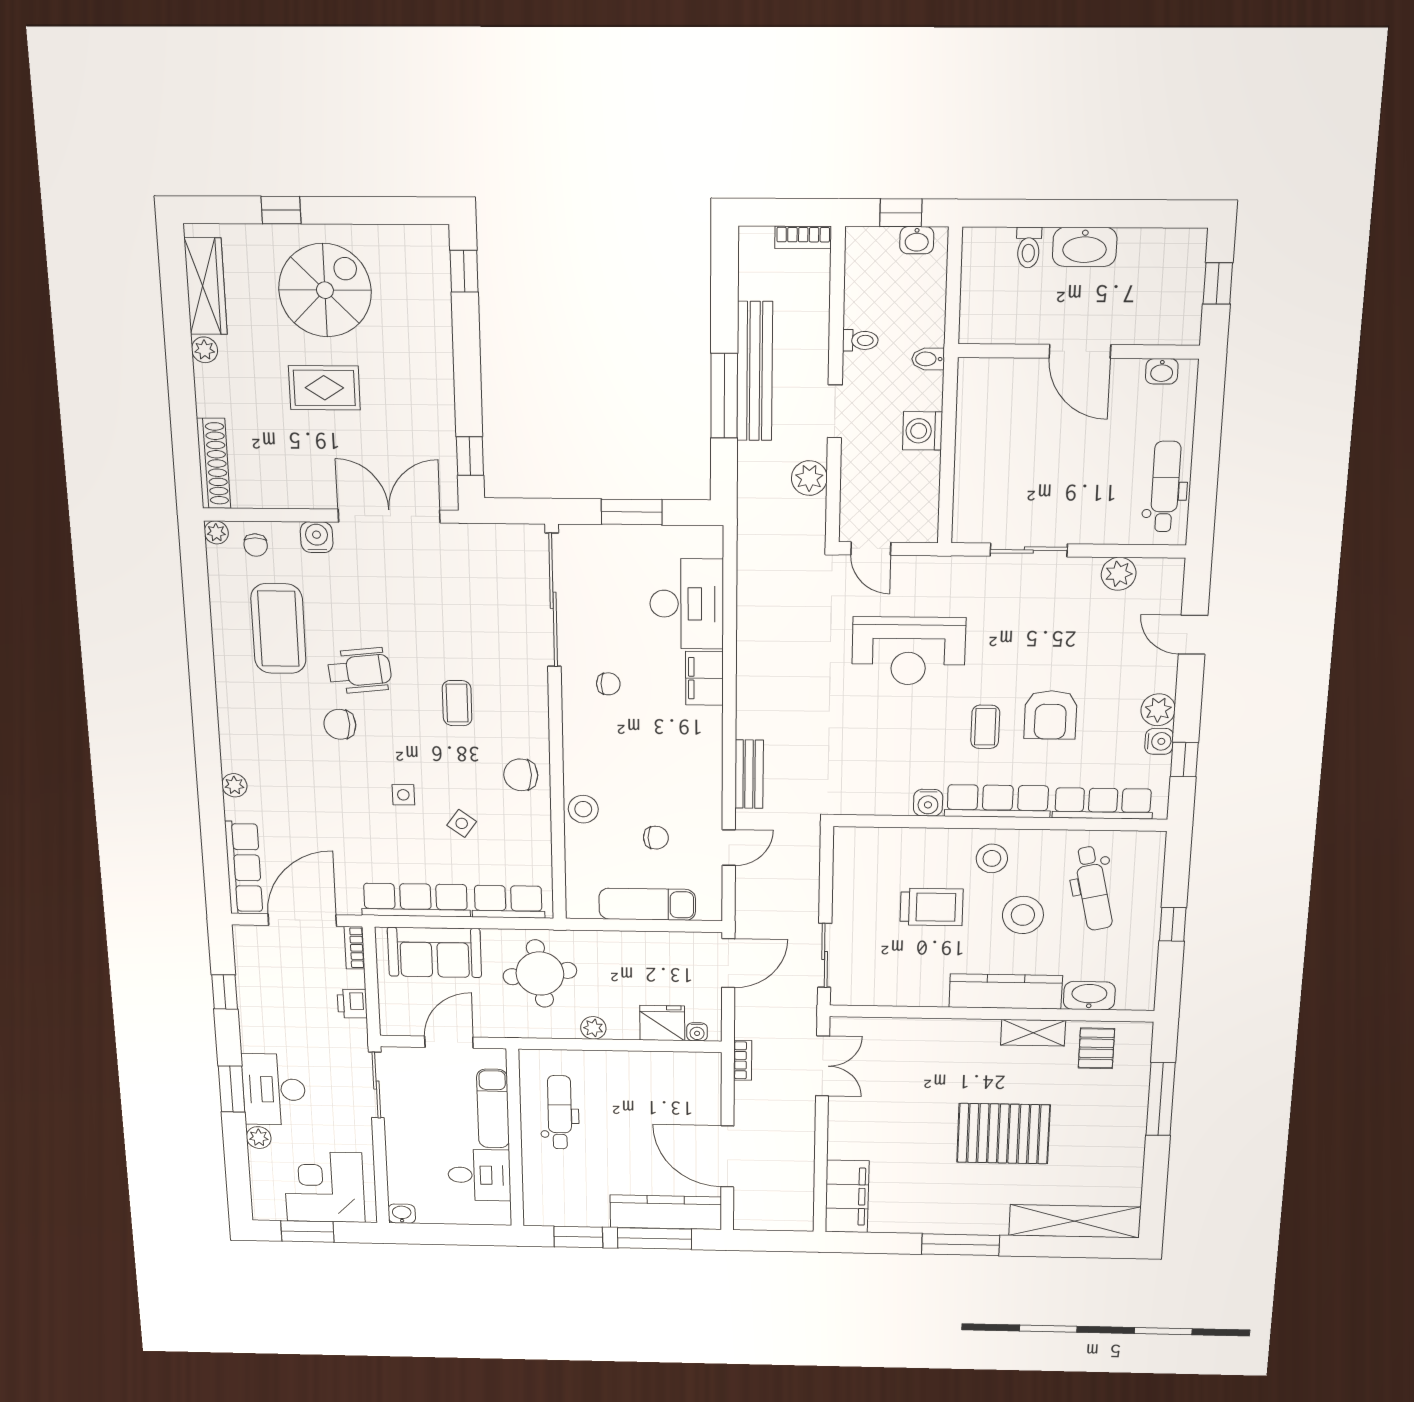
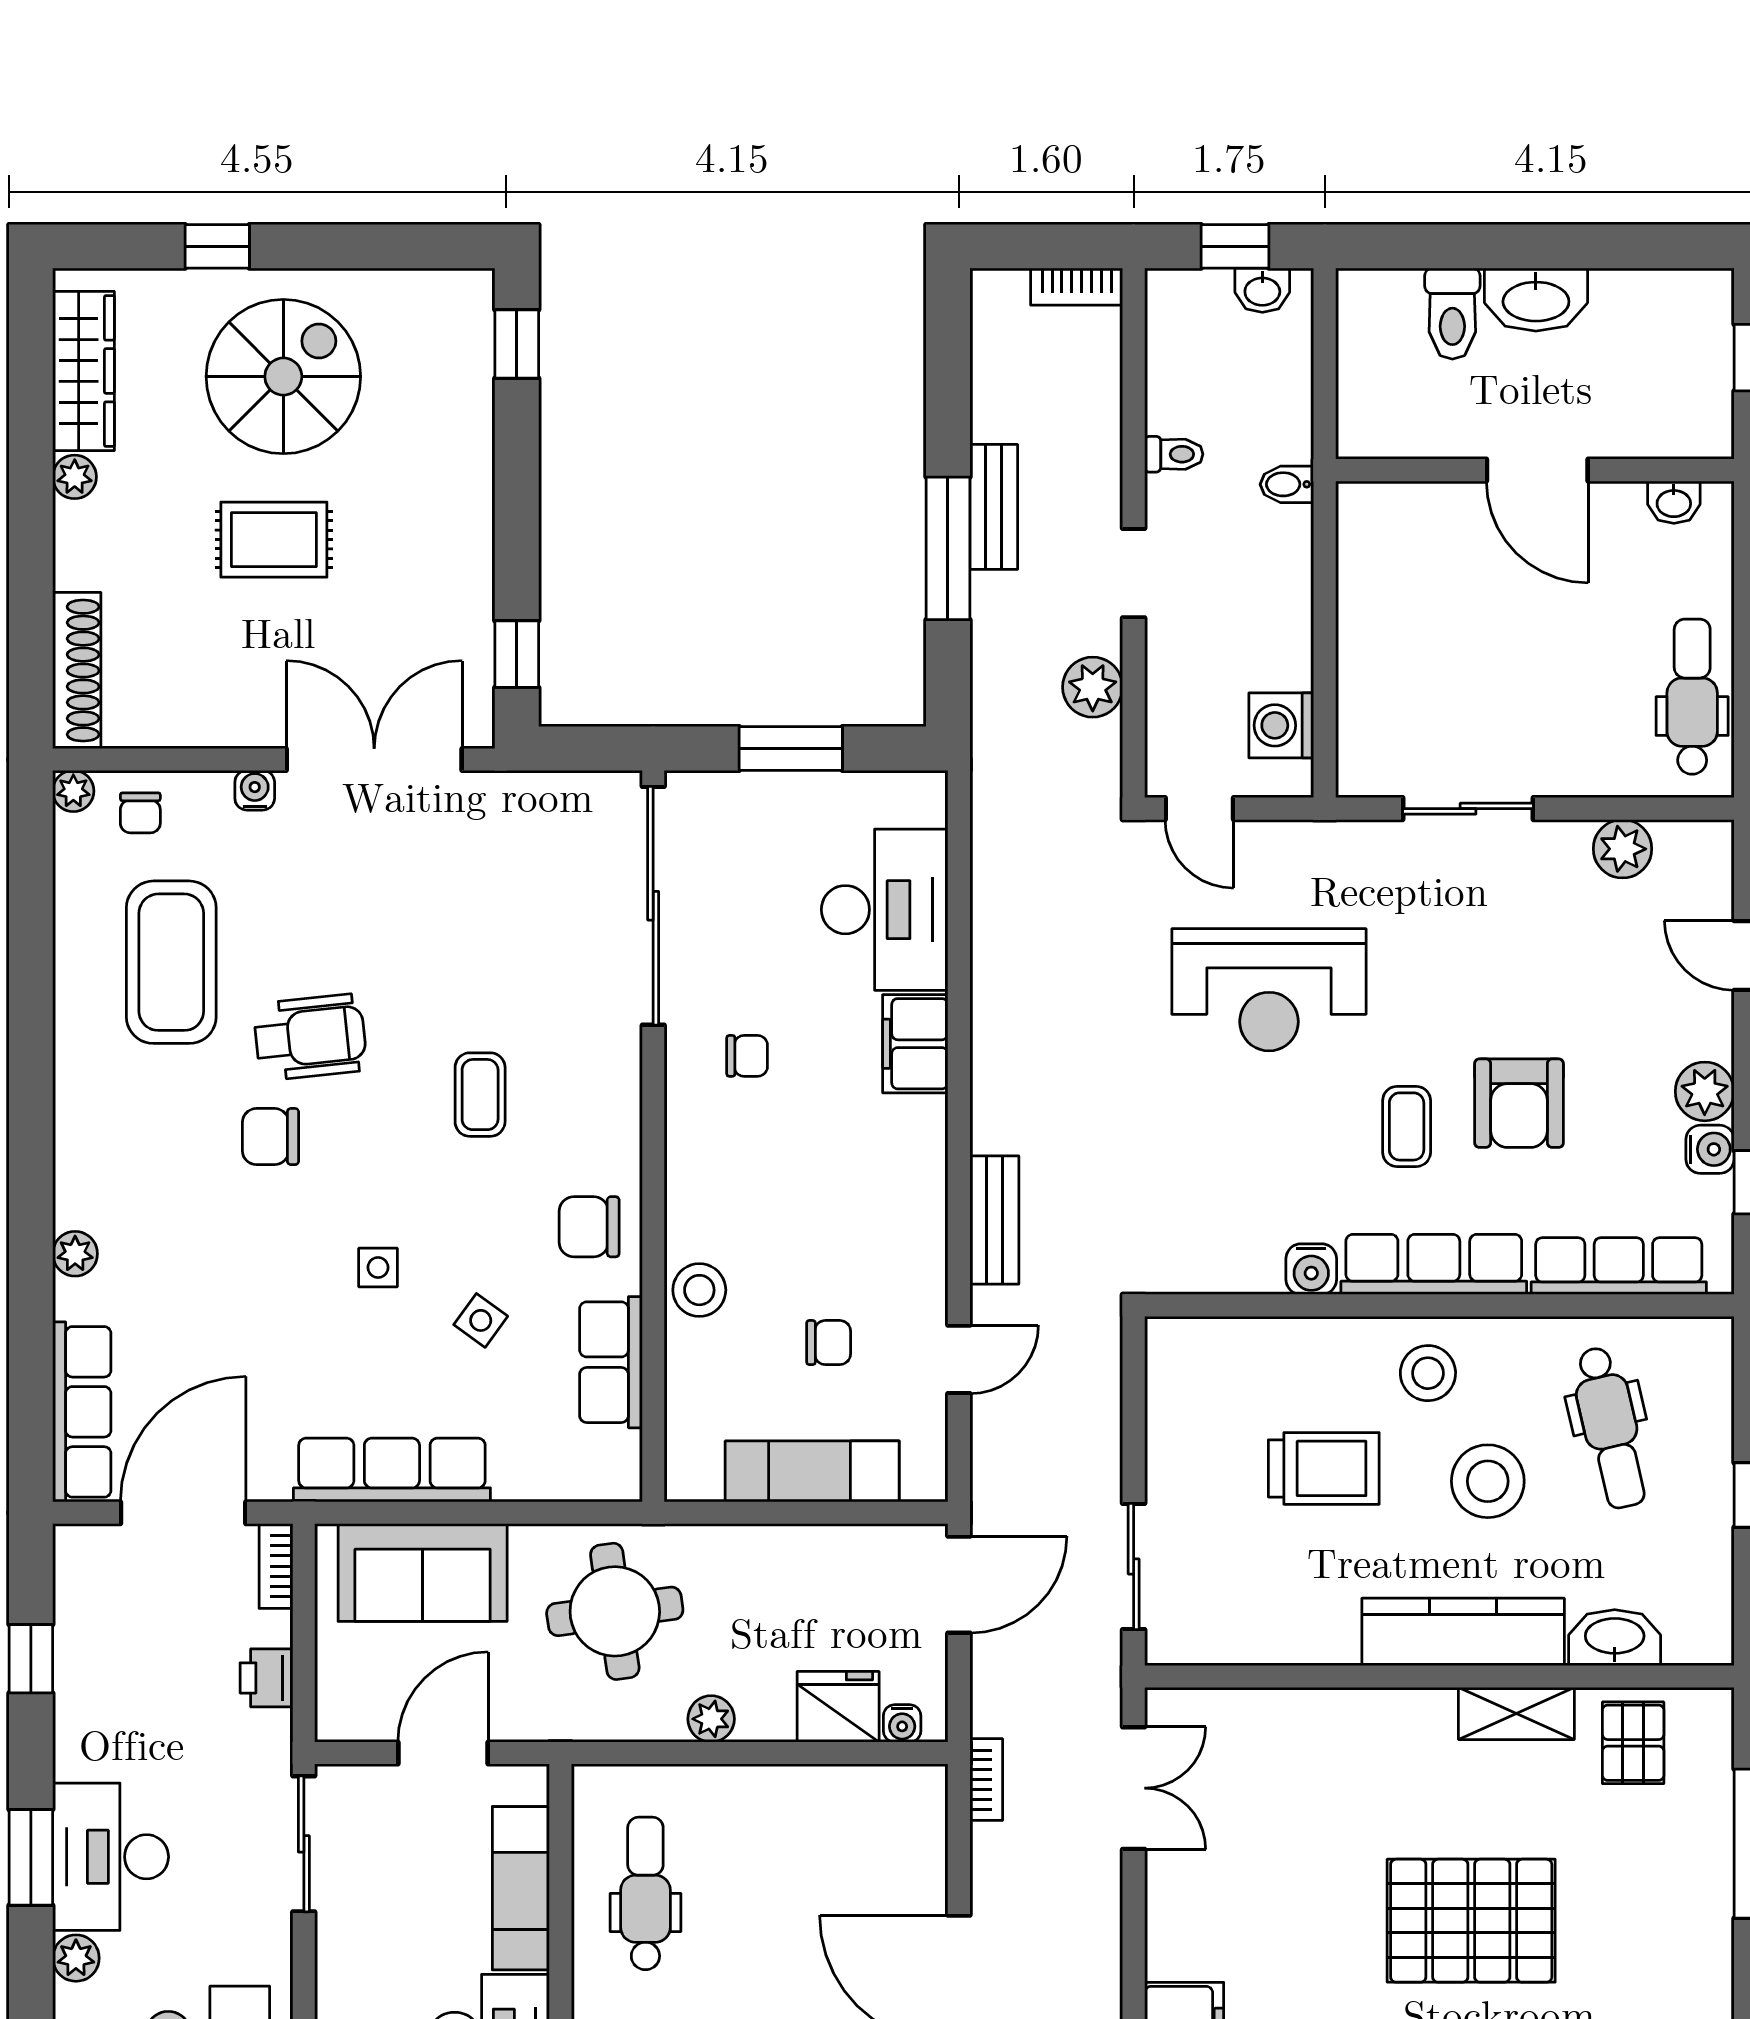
toilet: (1029, 247) -> (1452, 314), width x1.37, depth x1.39
bench: (755, 371) -> (994, 507), width x0.54, depth x0.82
washing machine: (923, 431) -> (1281, 725), moved
water cooler: (317, 537) -> (255, 790), width x0.72, depth x0.72
row of seats: (508, 902) -> (611, 1362), moved, turned -90

